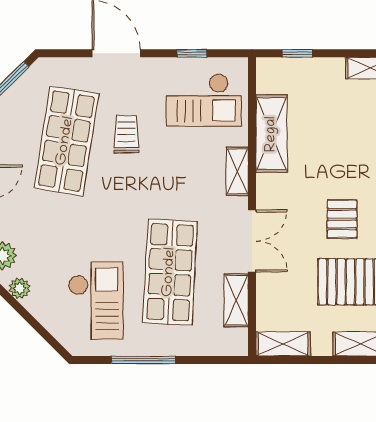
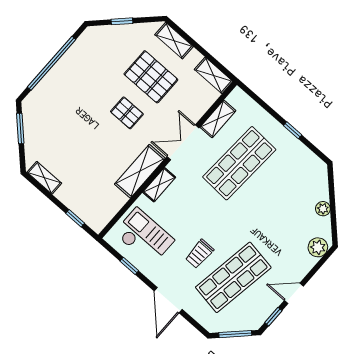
shelving: (272, 134) -> (140, 171), moved
pallet: (342, 219) -> (127, 113), turned 90
plant: (20, 288) -> (323, 209), moved
checkout: (96, 300) -> (290, 182), removed
window: (143, 360) -> (293, 130), width x0.46

